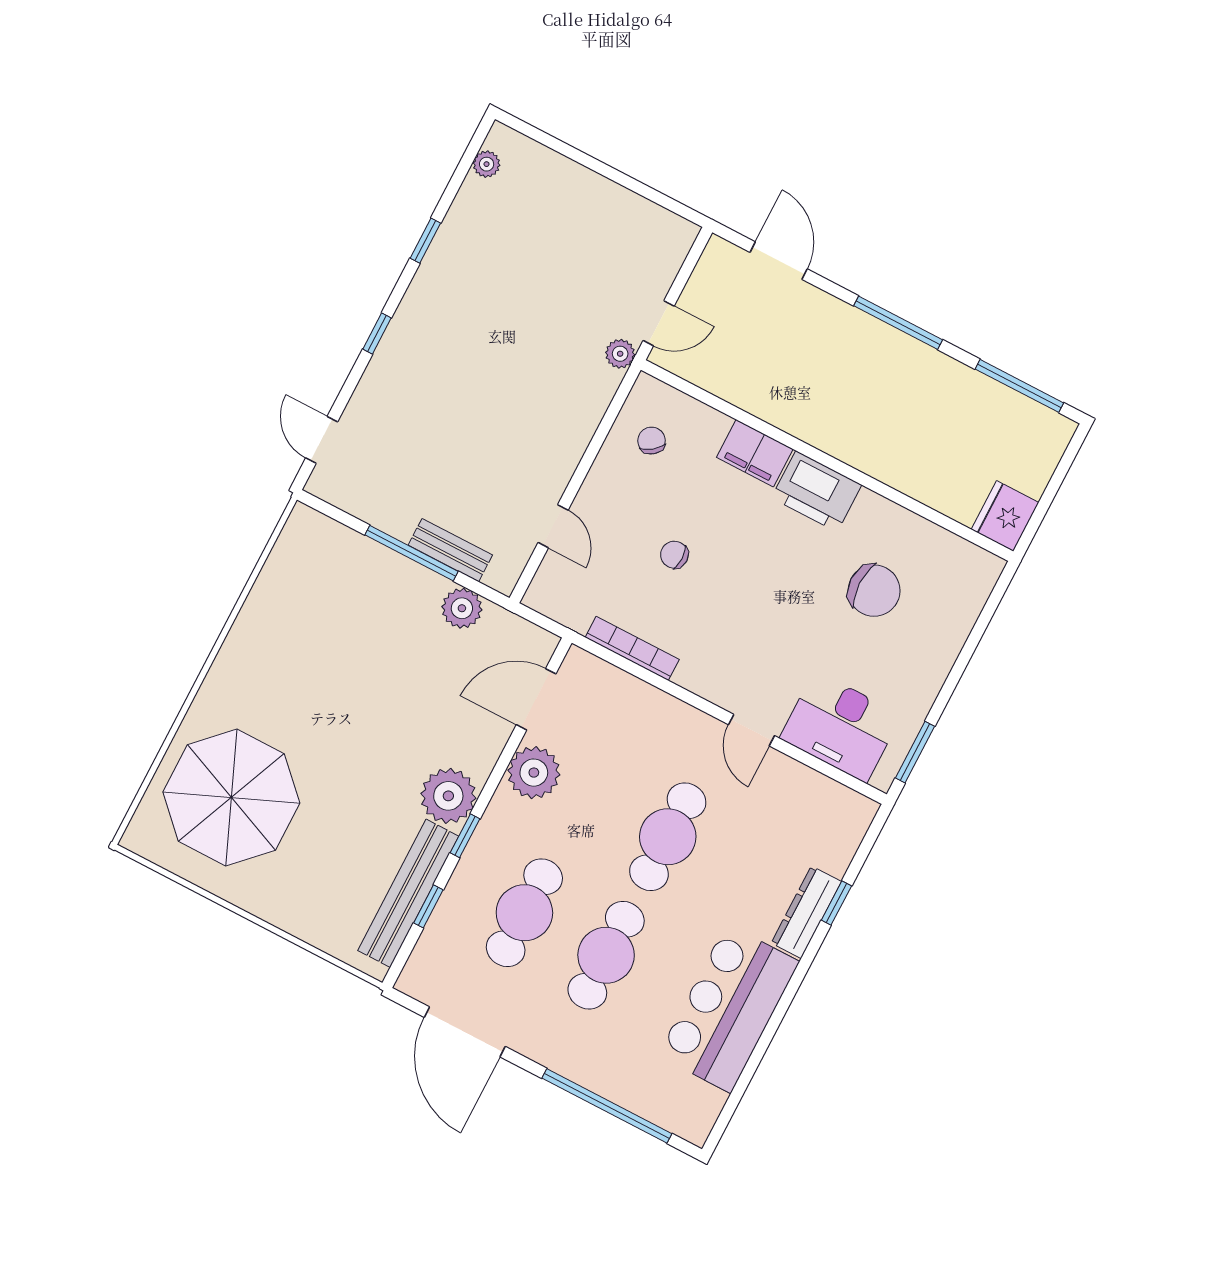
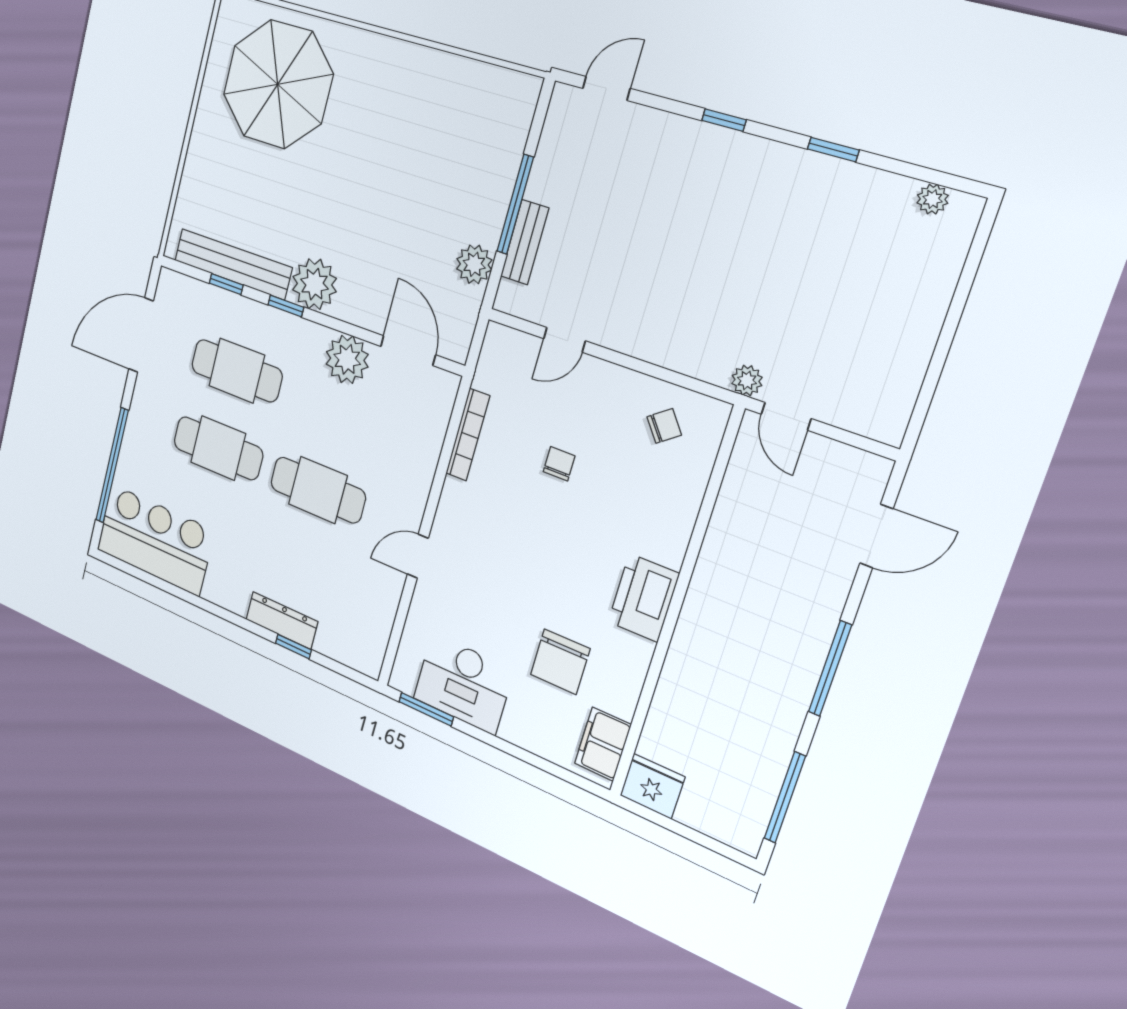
filing cabinet: (755, 453) -> (603, 744), moved
desk: (841, 727) -> (463, 684), moved, turned -90
bar counter: (729, 1008) -> (155, 540), moved

